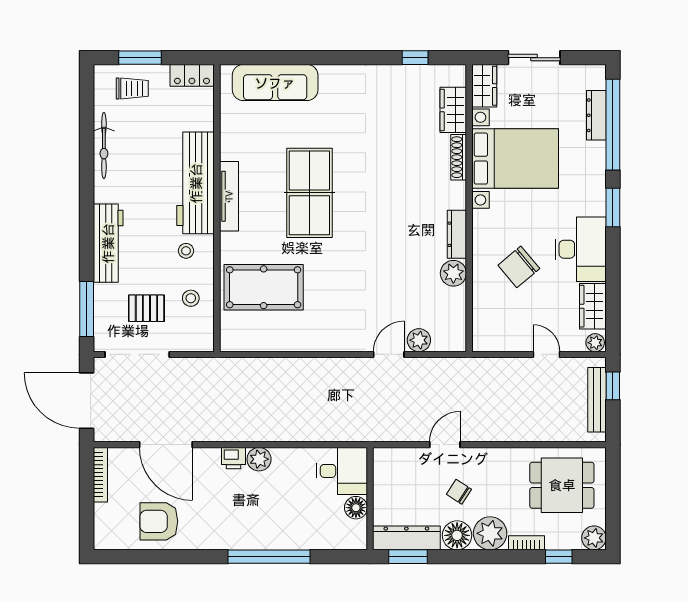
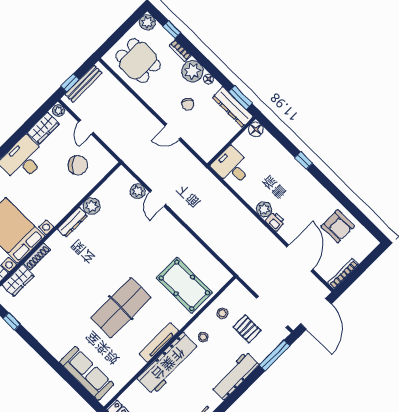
chair: (519, 267) -> (78, 165), moved
door: (389, 354) -> (158, 198), hinge flipped
floor lamp: (356, 508) -> (256, 129), moved
floor lamp: (457, 535) -> (208, 79), width x0.53, depth x0.53
window: (269, 557) -> (304, 160), width x0.32

